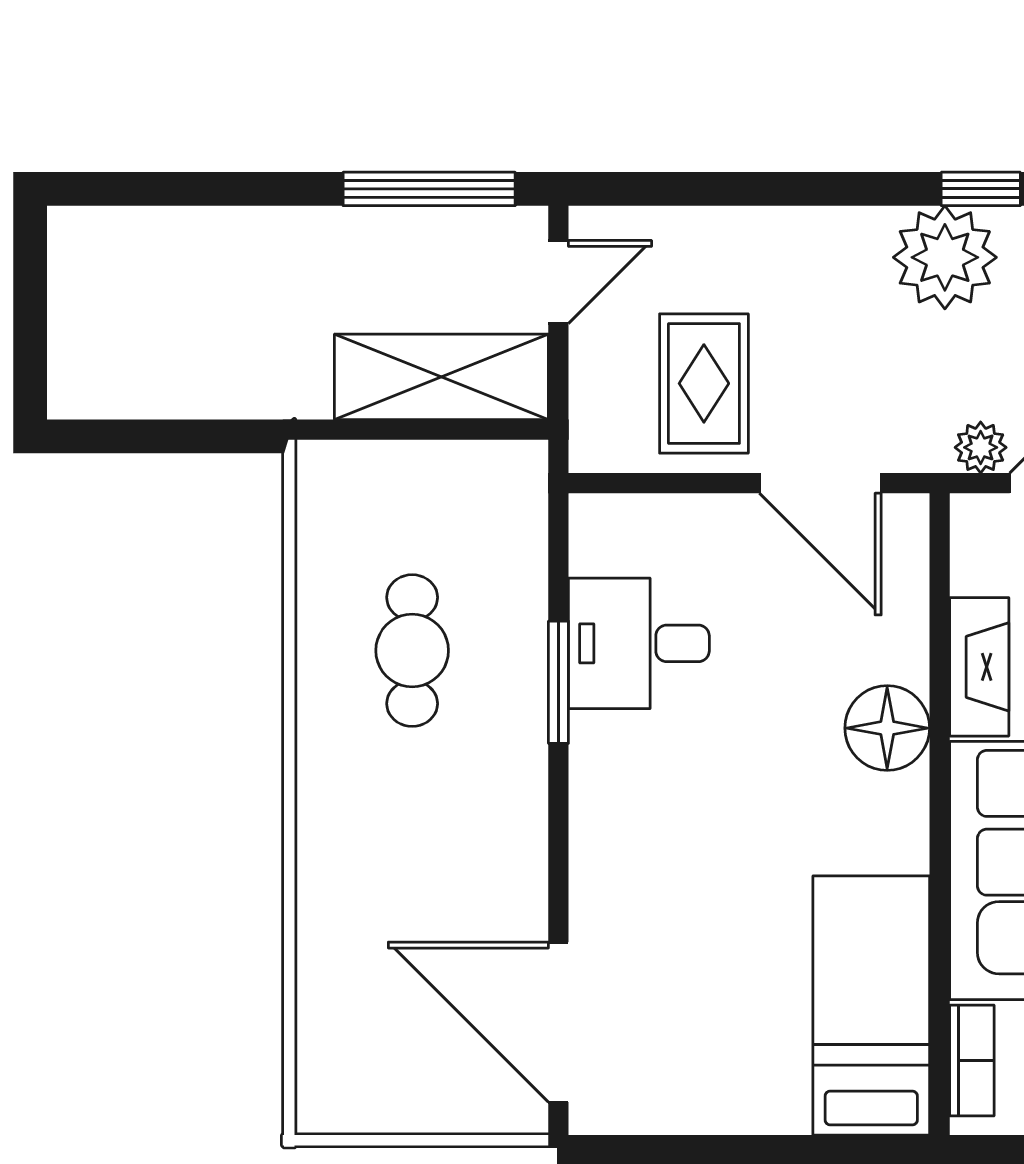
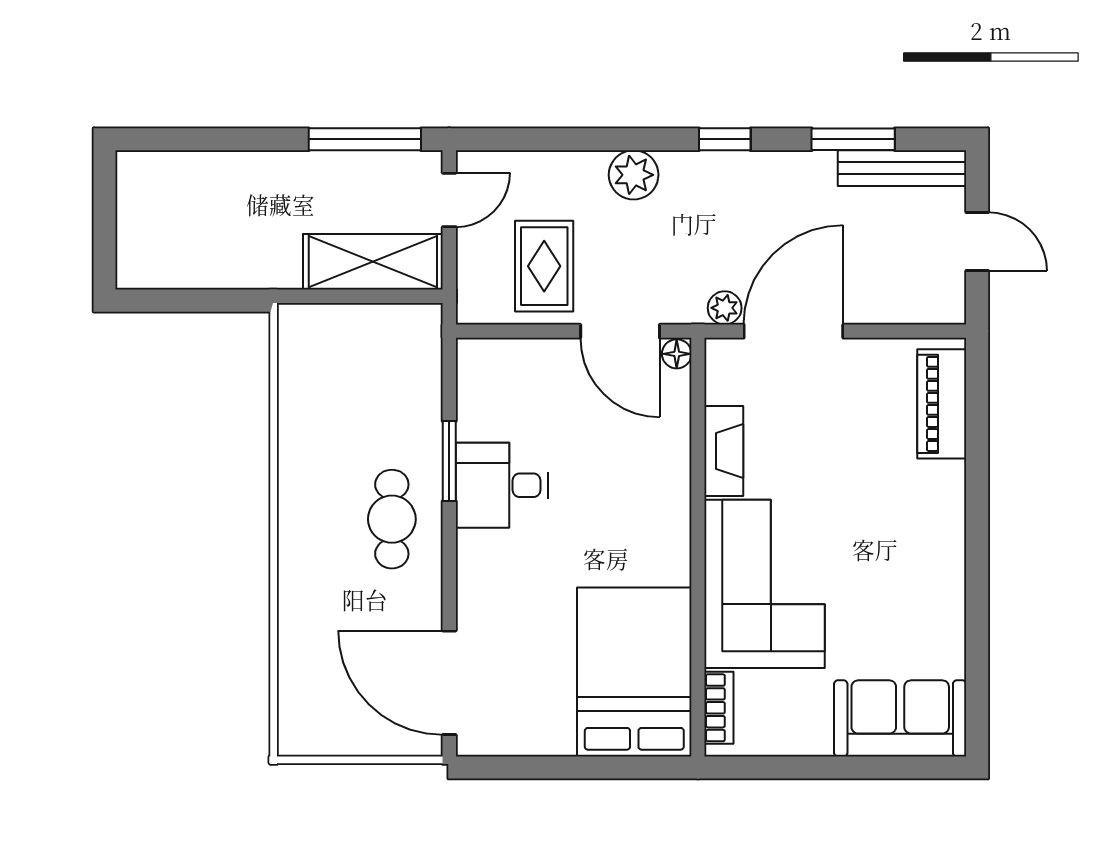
plant: (945, 257) -> (634, 175), moved, width x0.73, depth x0.73
desk: (639, 643) -> (502, 485), moved
cafe table: (412, 651) -> (392, 519), moved
floor lamp: (887, 728) -> (677, 354), moved, width x0.53, depth x0.53
bed: (871, 1006) -> (634, 672), width x1.50

